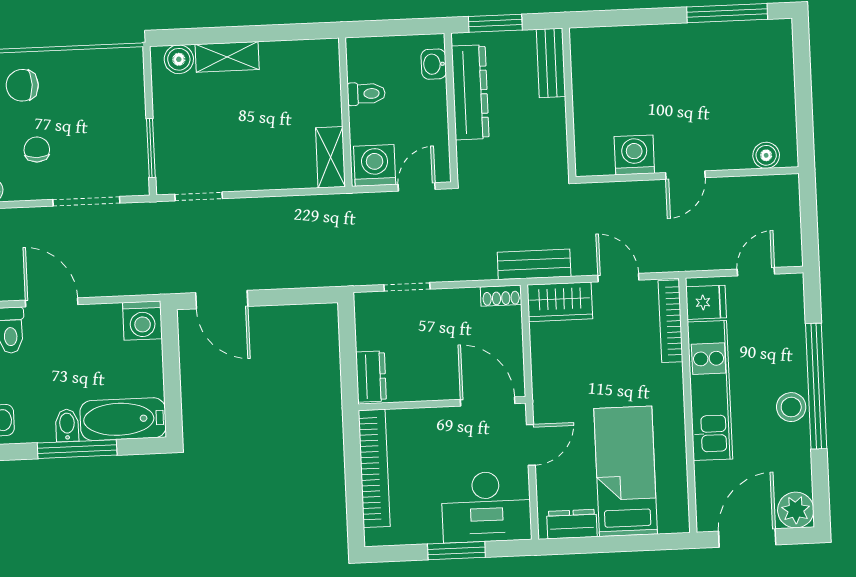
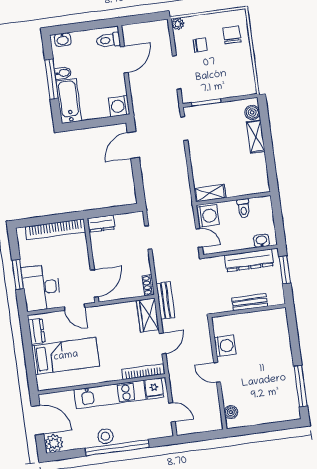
bench: (551, 63) -> (250, 302), moved

